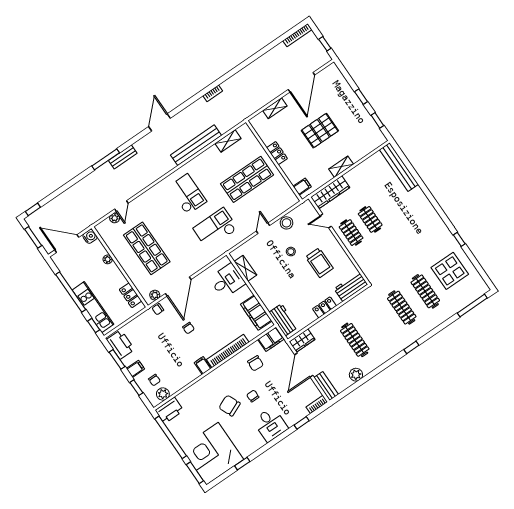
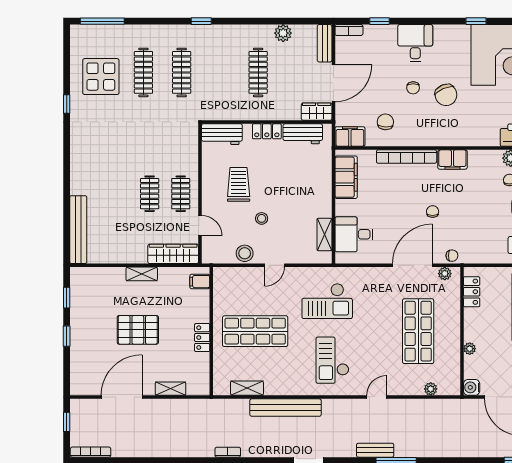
door: (121, 206) -> (377, 397), moved
workbench: (283, 320) -> (303, 134), moved, turned -90
filing cabinet: (203, 365) -> (452, 160), width x2.00

